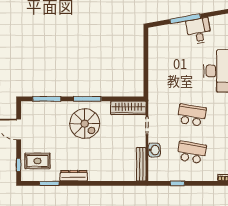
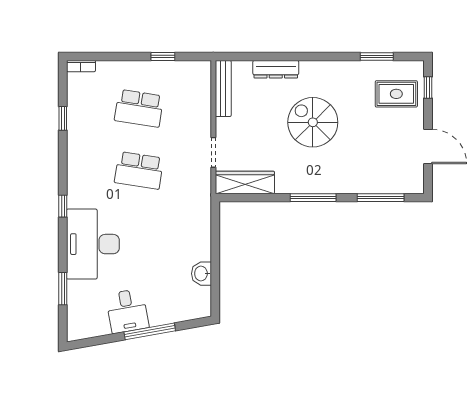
spiral stairs: (85, 124) -> (313, 122), moved
washbasin: (154, 150) -> (202, 274), moved
dresser: (74, 176) -> (276, 69), moved

